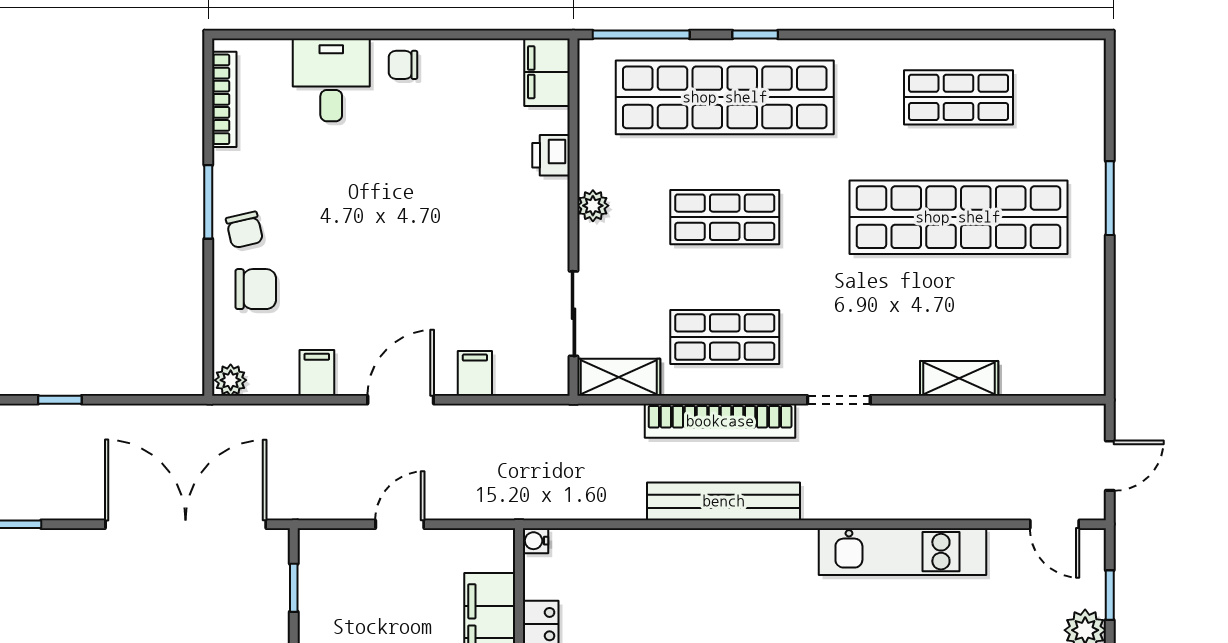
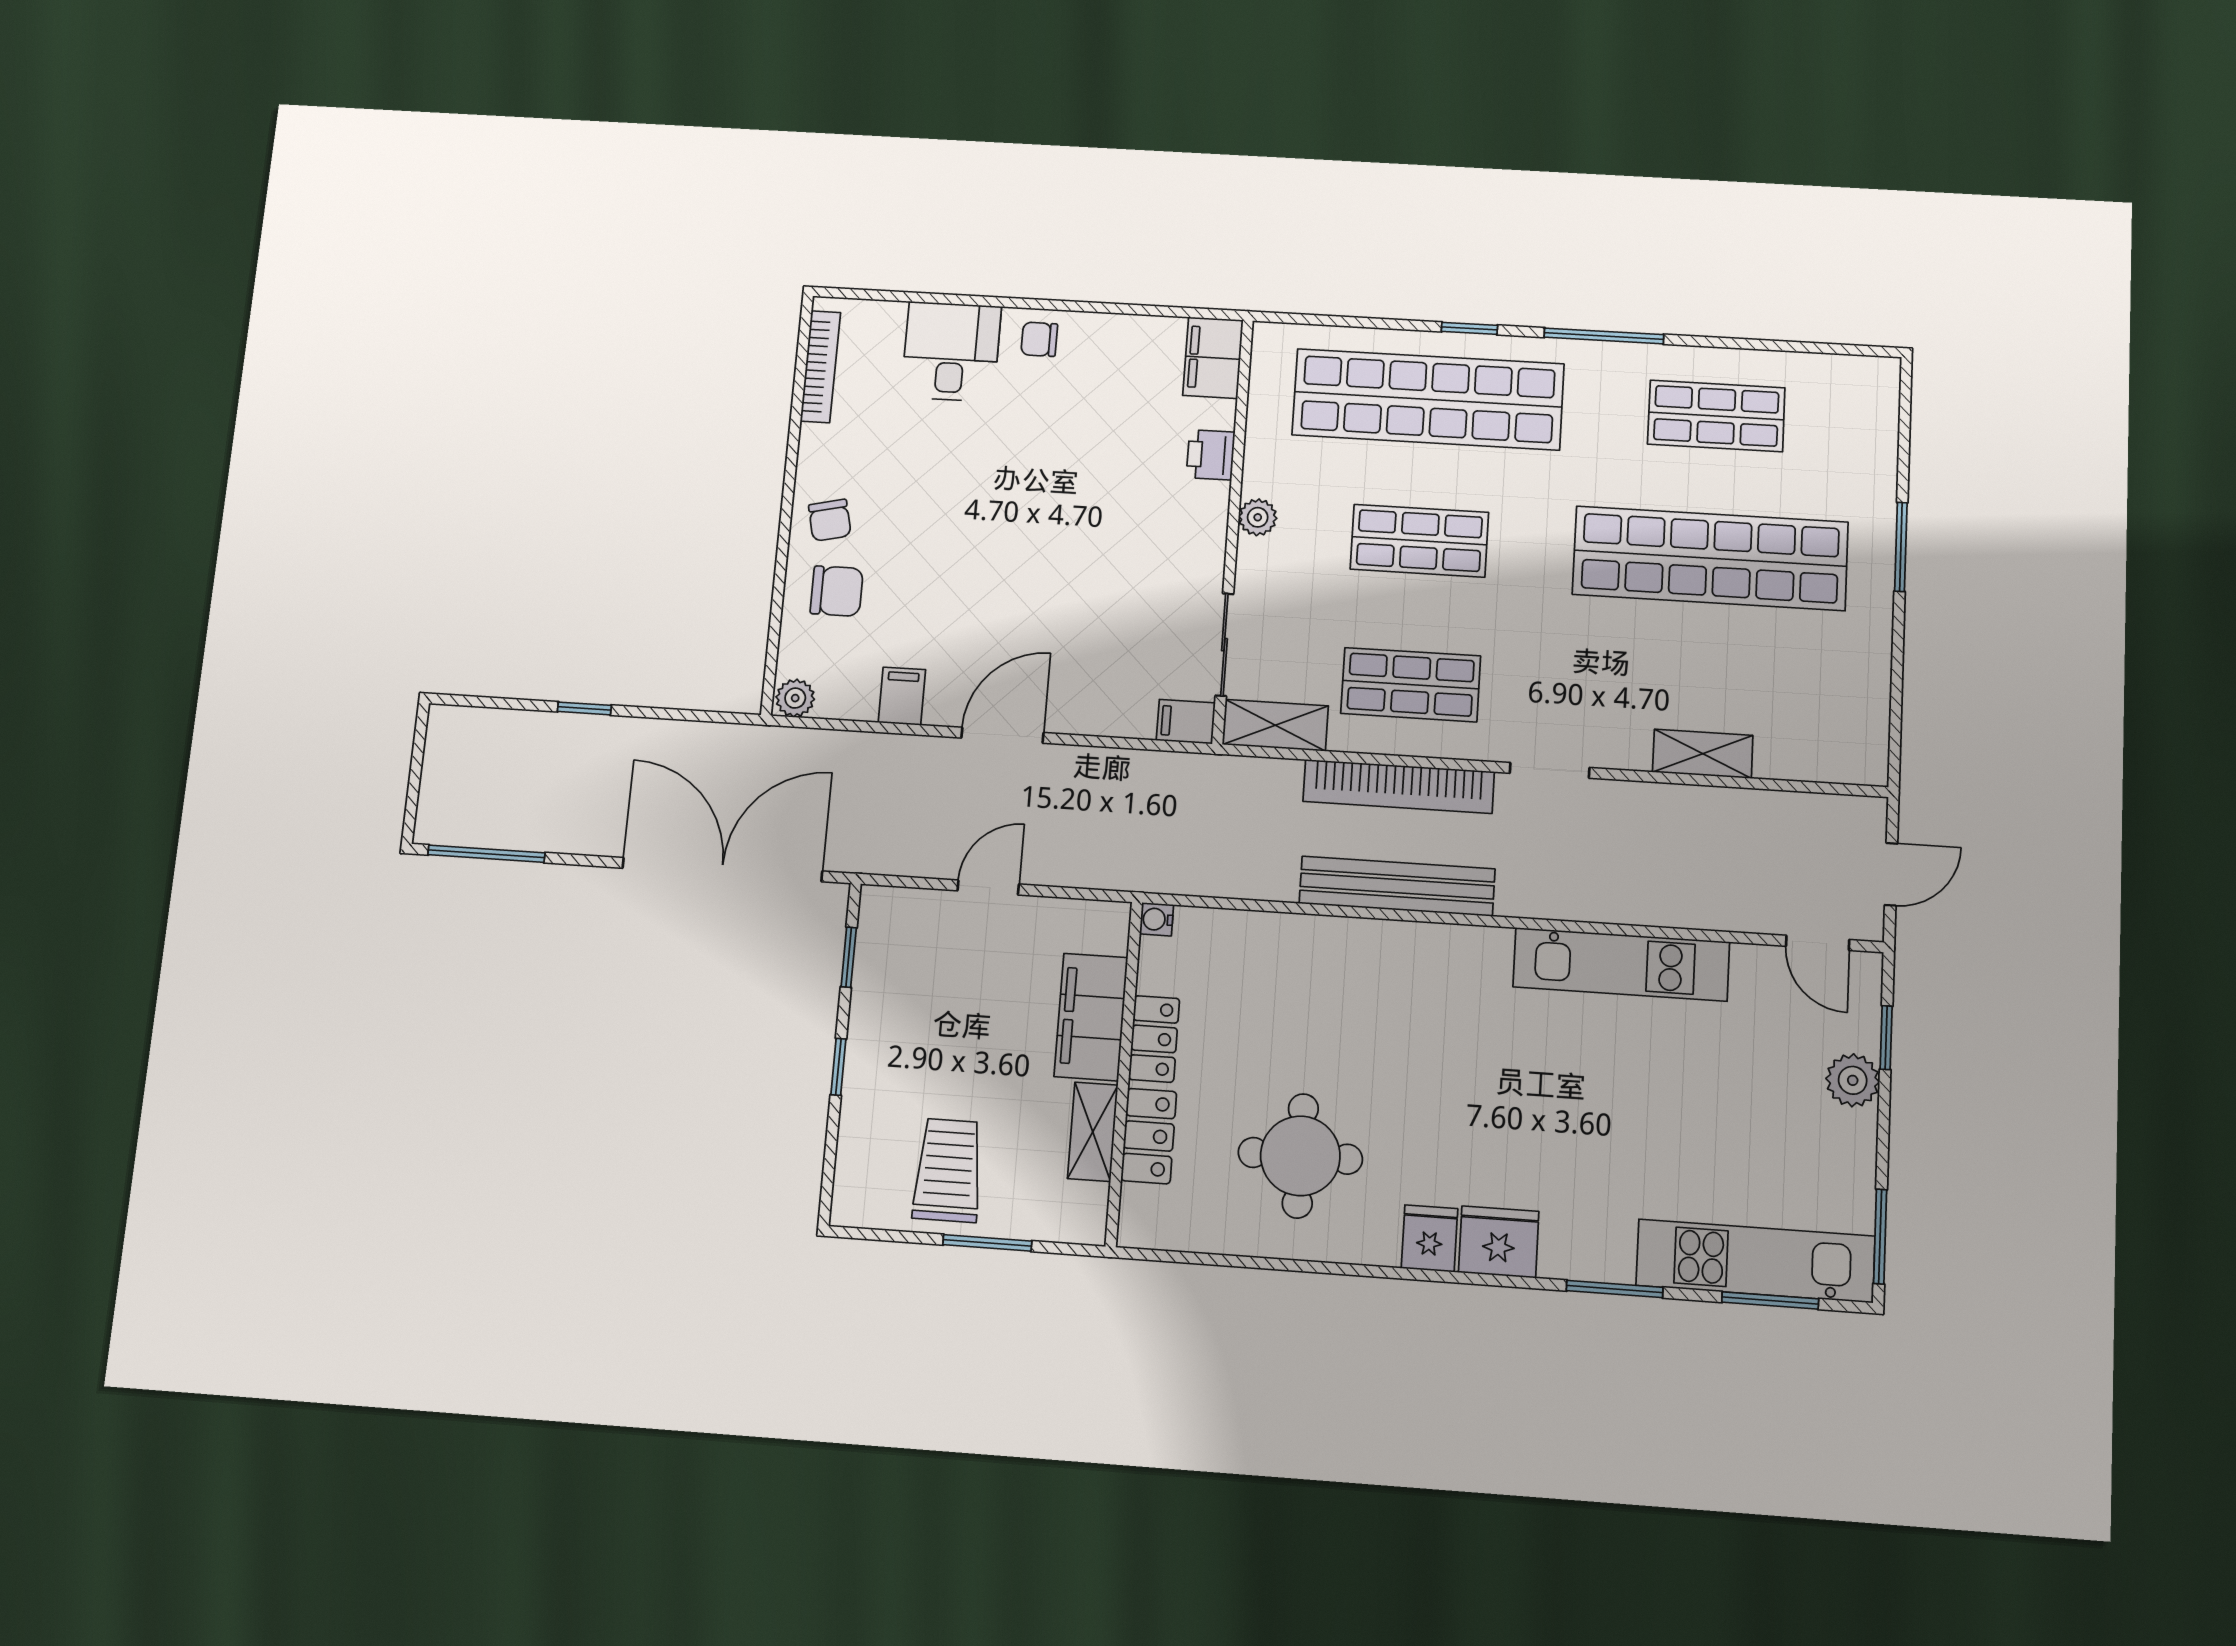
window: (641, 35) -> (1604, 336), moved
window: (208, 202) -> (789, 485), removed
filing cabinet: (475, 373) -> (1186, 722), moved, turned -90

